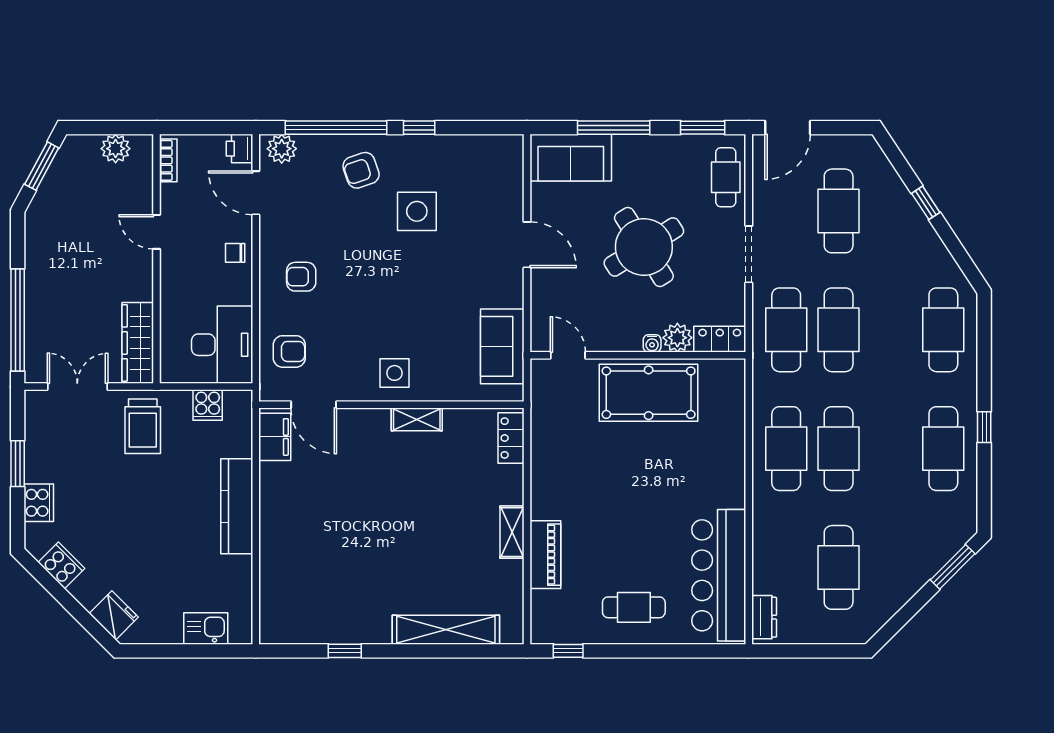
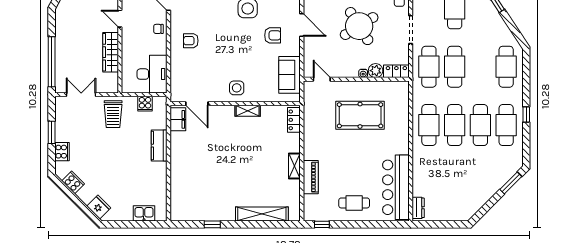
wardrobe: (138, 343) -> (111, 52), moved
armchair: (289, 351) -> (273, 35), moved
pool table: (649, 393) -> (360, 115), moved
kitchen counter: (237, 506) -> (159, 146), width x0.67
cafe table: (839, 567) -> (480, 125), moved

